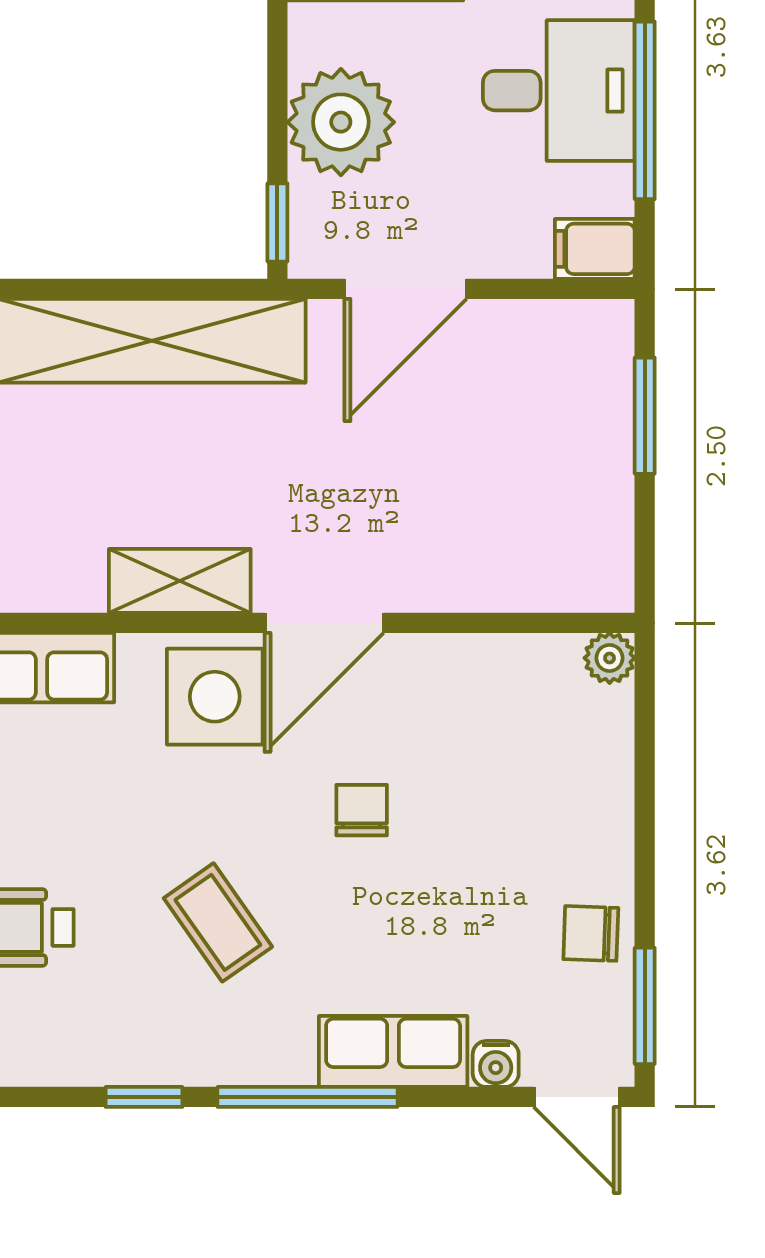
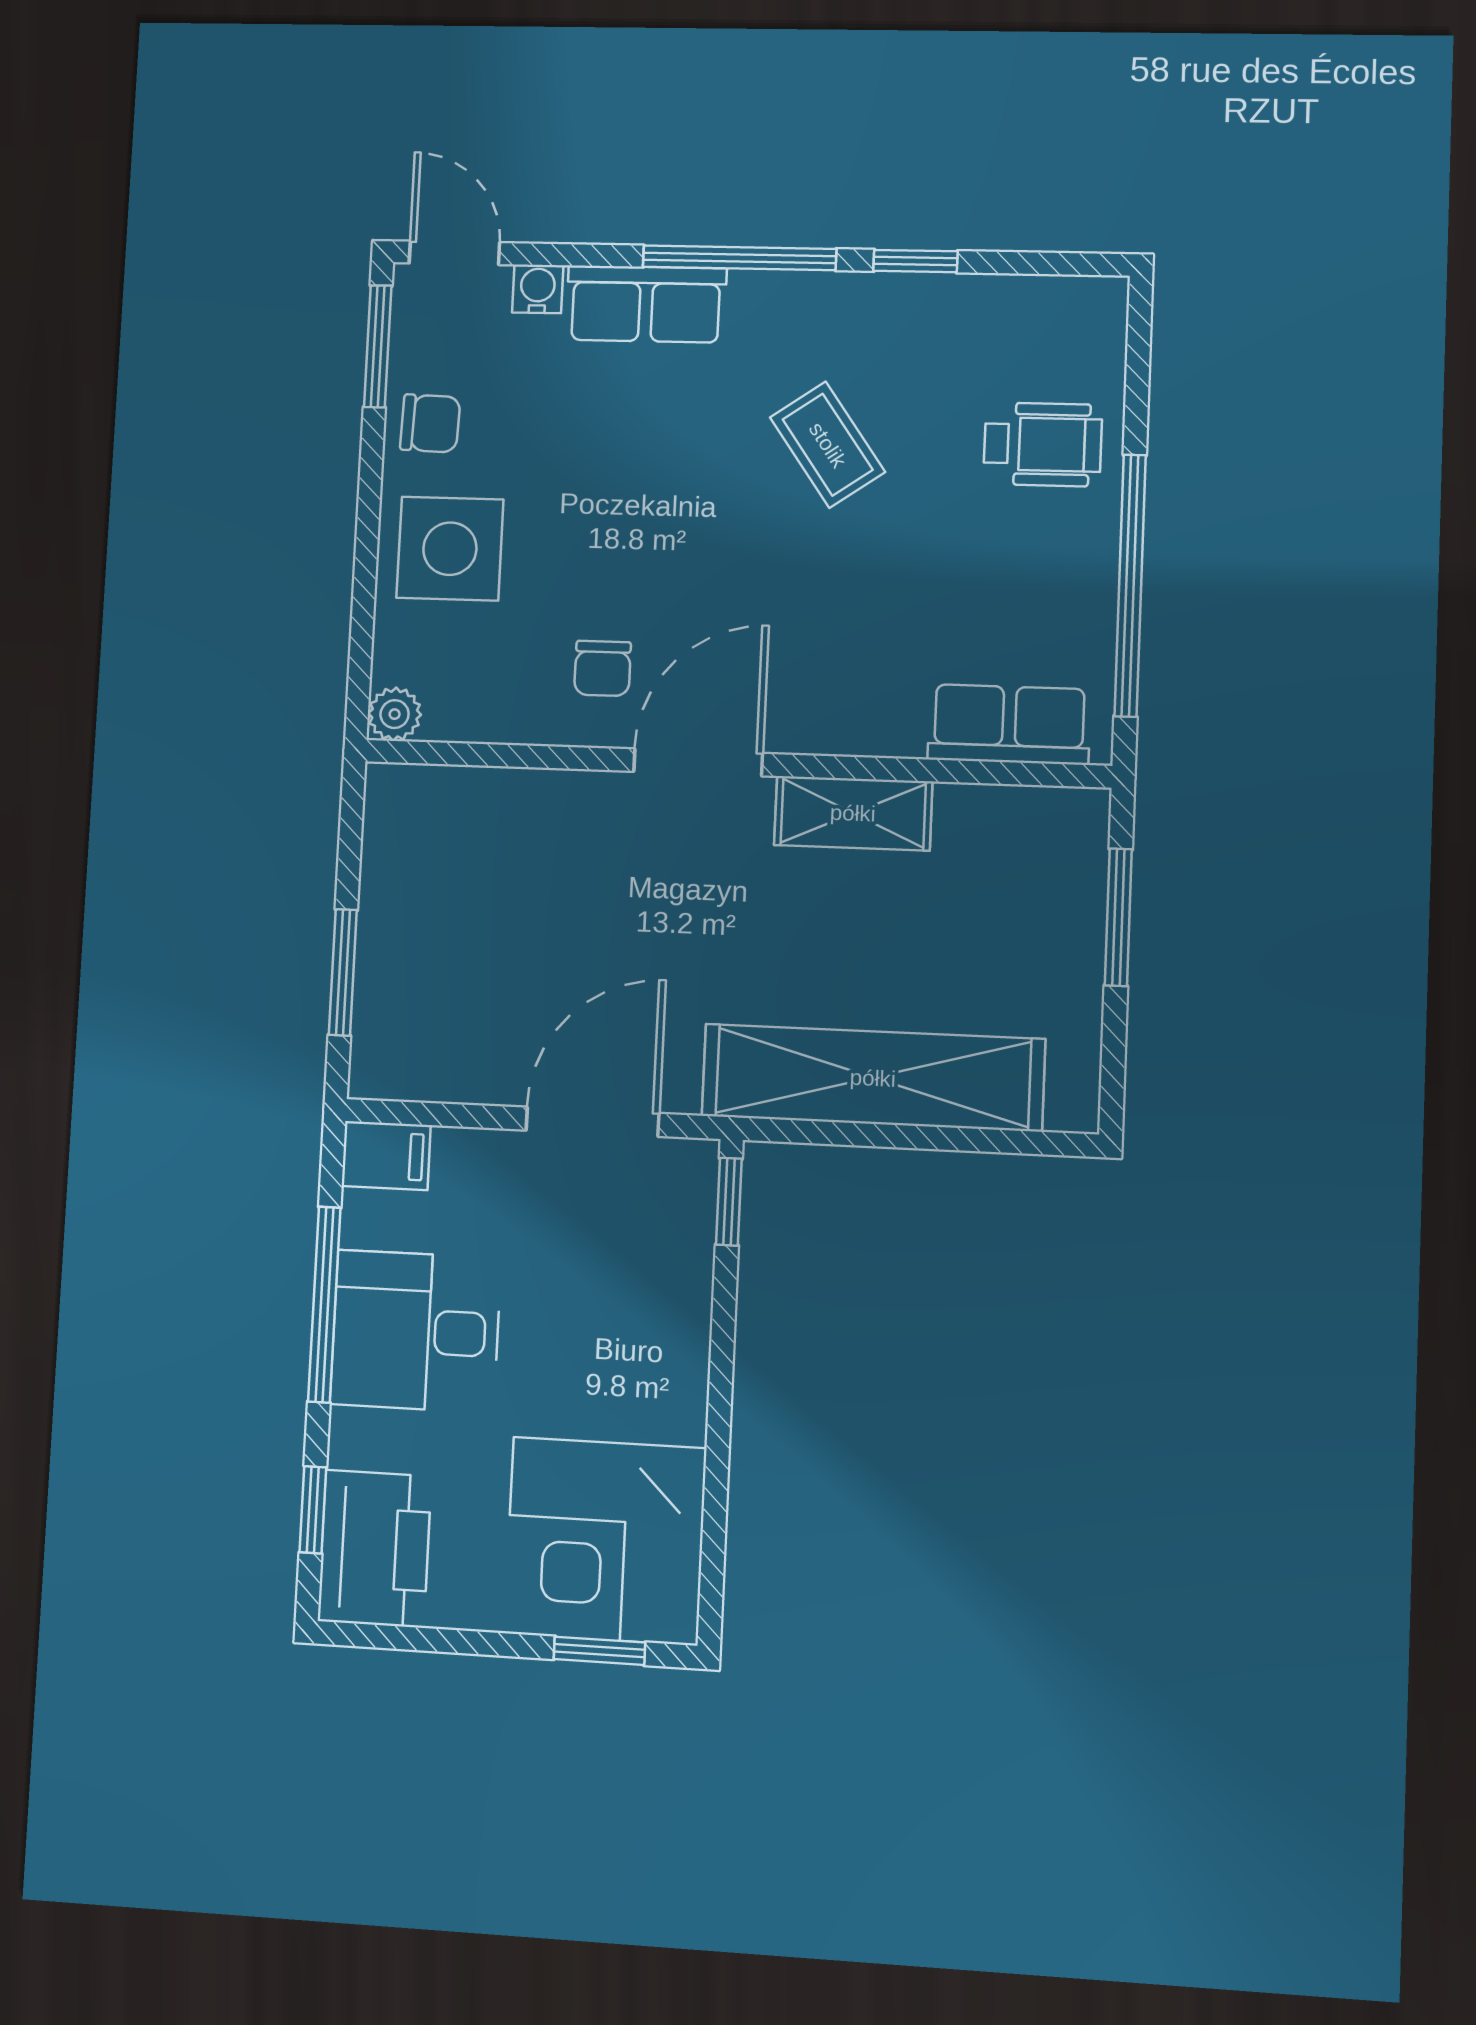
plant: (341, 122) -> (654, 1309), removed
side table: (215, 697) -> (450, 549), moved
chair: (362, 810) -> (603, 668), moved

